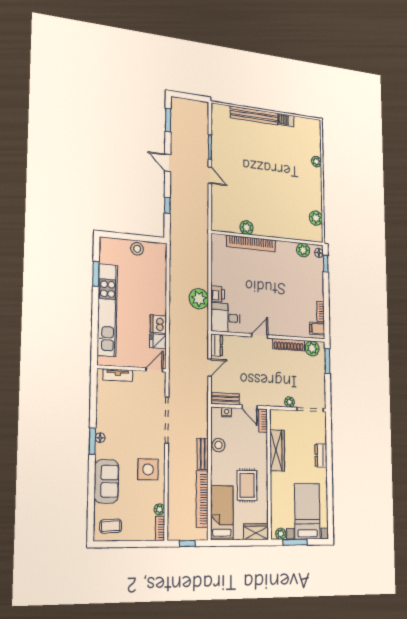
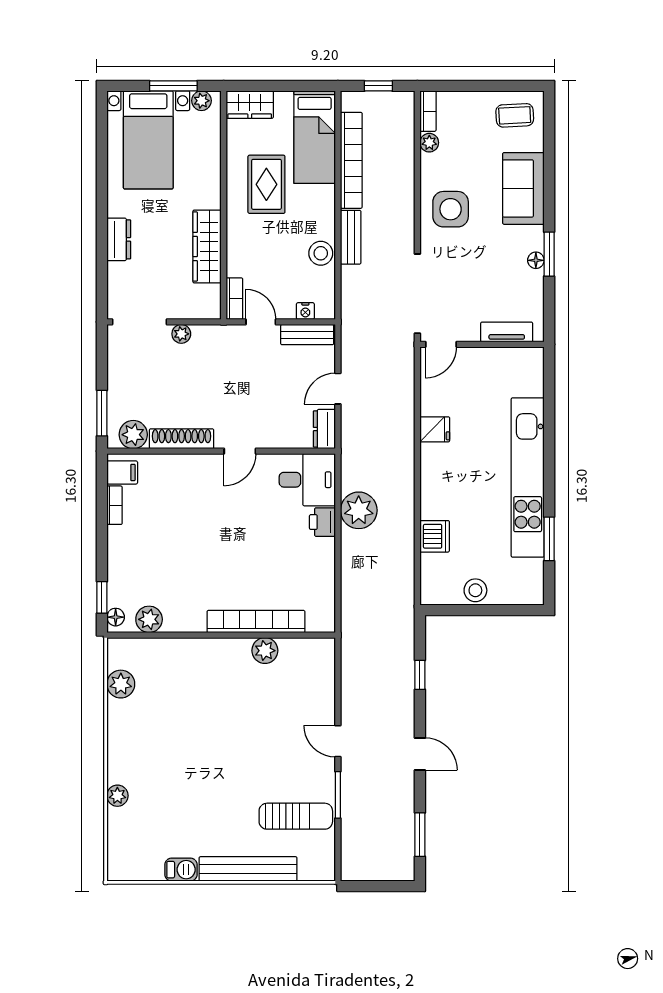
sun lounger: (231, 139) -> (296, 816), added
dishwasher: (158, 324) -> (435, 536), moved
wall: (132, 369) -> (482, 344), moved
door: (154, 370) -> (441, 344), moved
tv unit: (118, 375) -> (507, 332), moved

